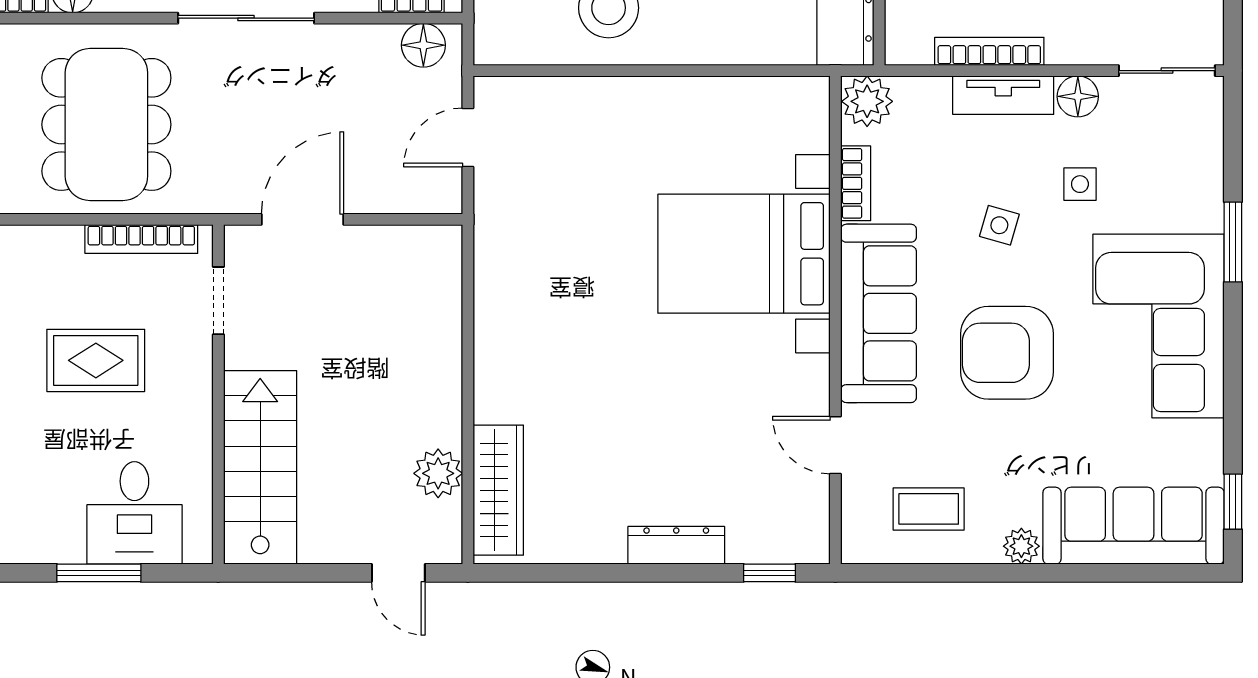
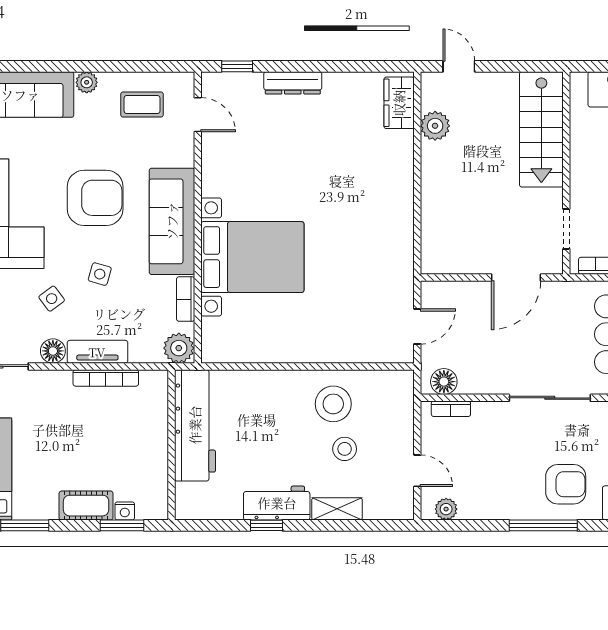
side table: (1080, 184) -> (52, 299), turned -37
door: (835, 445) -> (198, 115), moved
wardrobe: (498, 490) -> (399, 103), width x0.67

